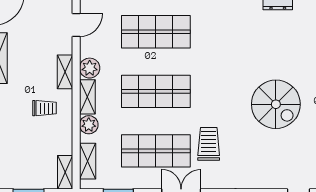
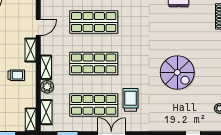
door: (76, 25) -> (38, 27), moved
plant: (90, 68) -> (48, 47), removed

